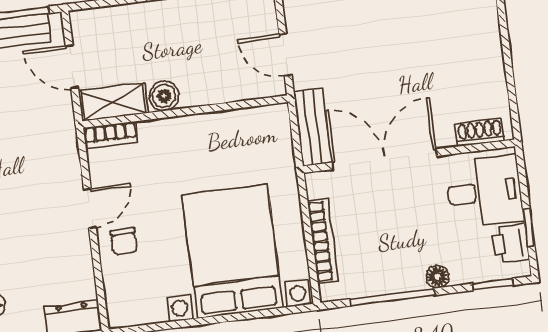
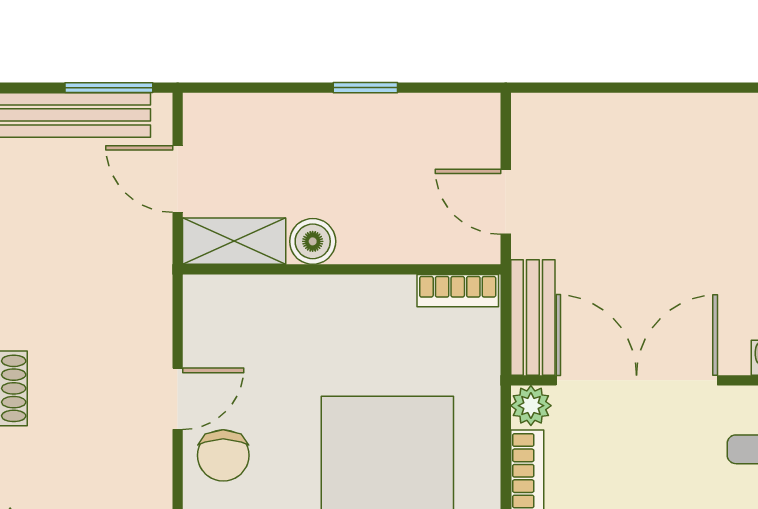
bookcase: (111, 135) -> (458, 291), moved
plant: (318, 184) -> (531, 406), added
chair: (124, 241) -> (223, 455), width x1.37, depth x1.37

